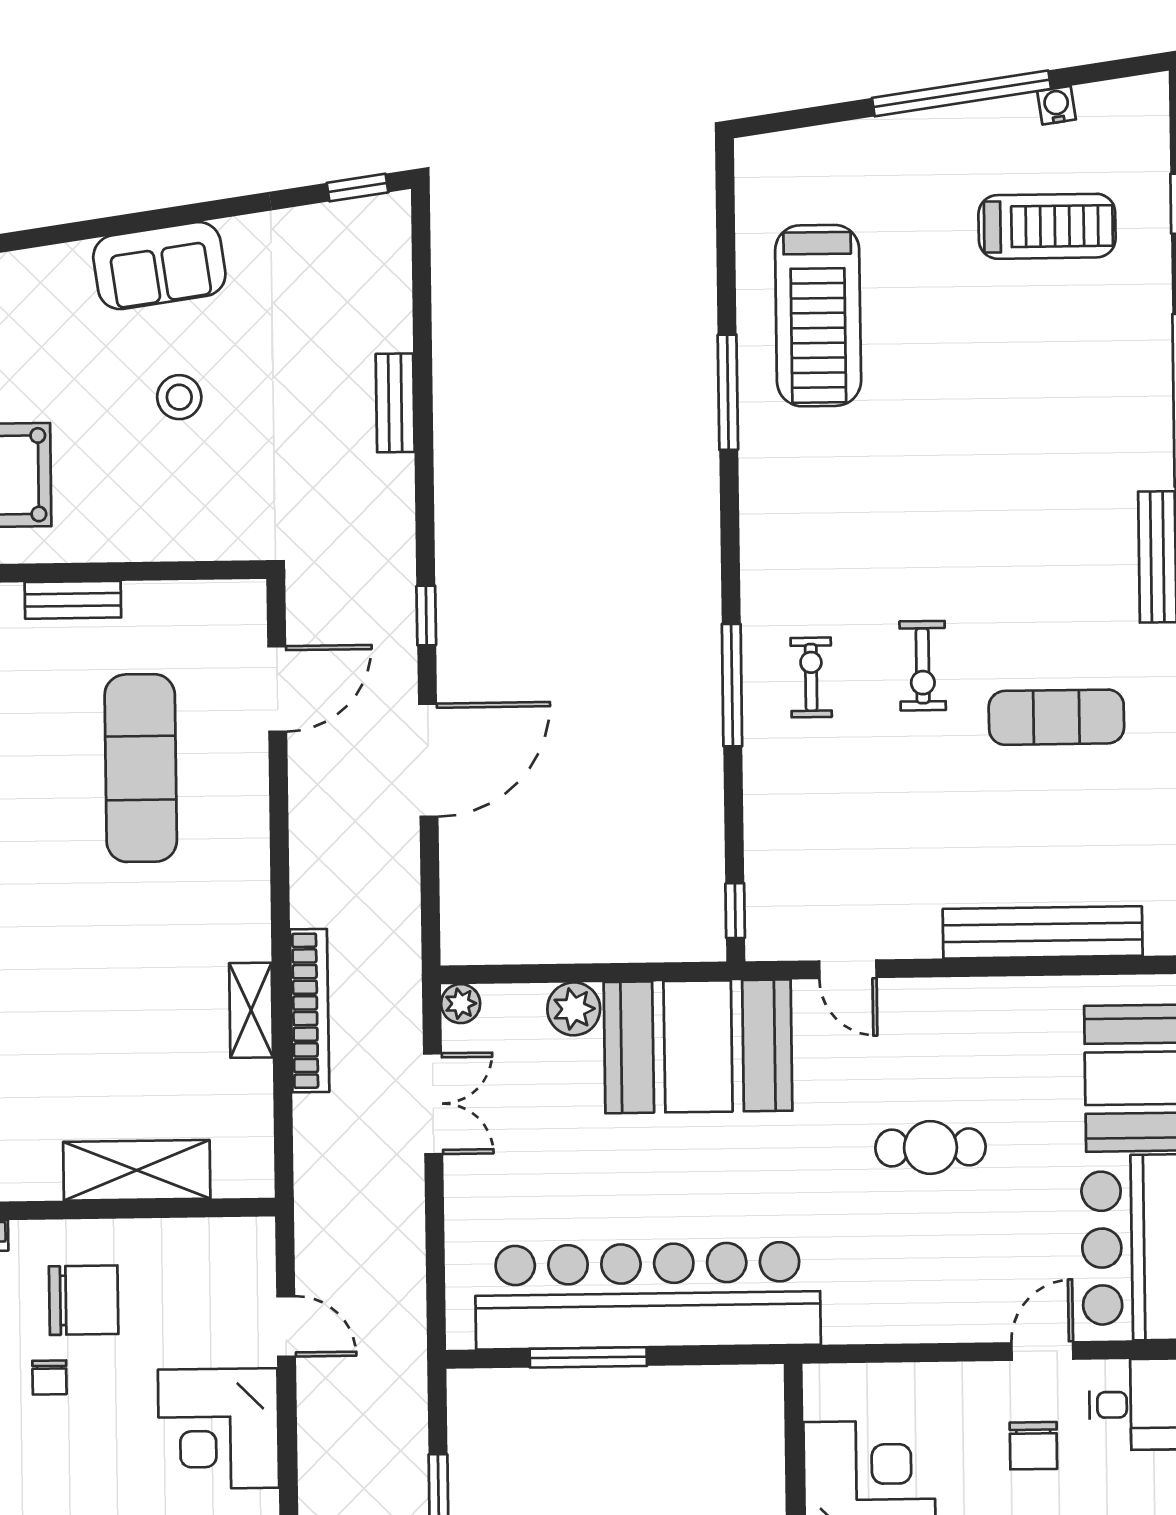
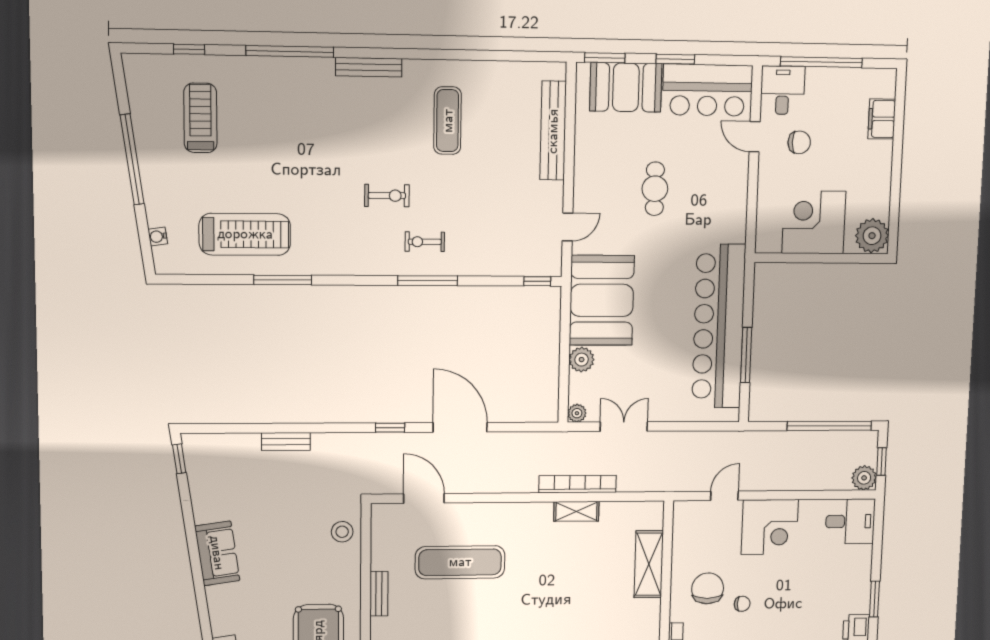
water cooler: (1057, 105) -> (158, 236), moved
stool: (179, 397) -> (342, 532), moved
exercise bike: (923, 666) -> (387, 196), moved

